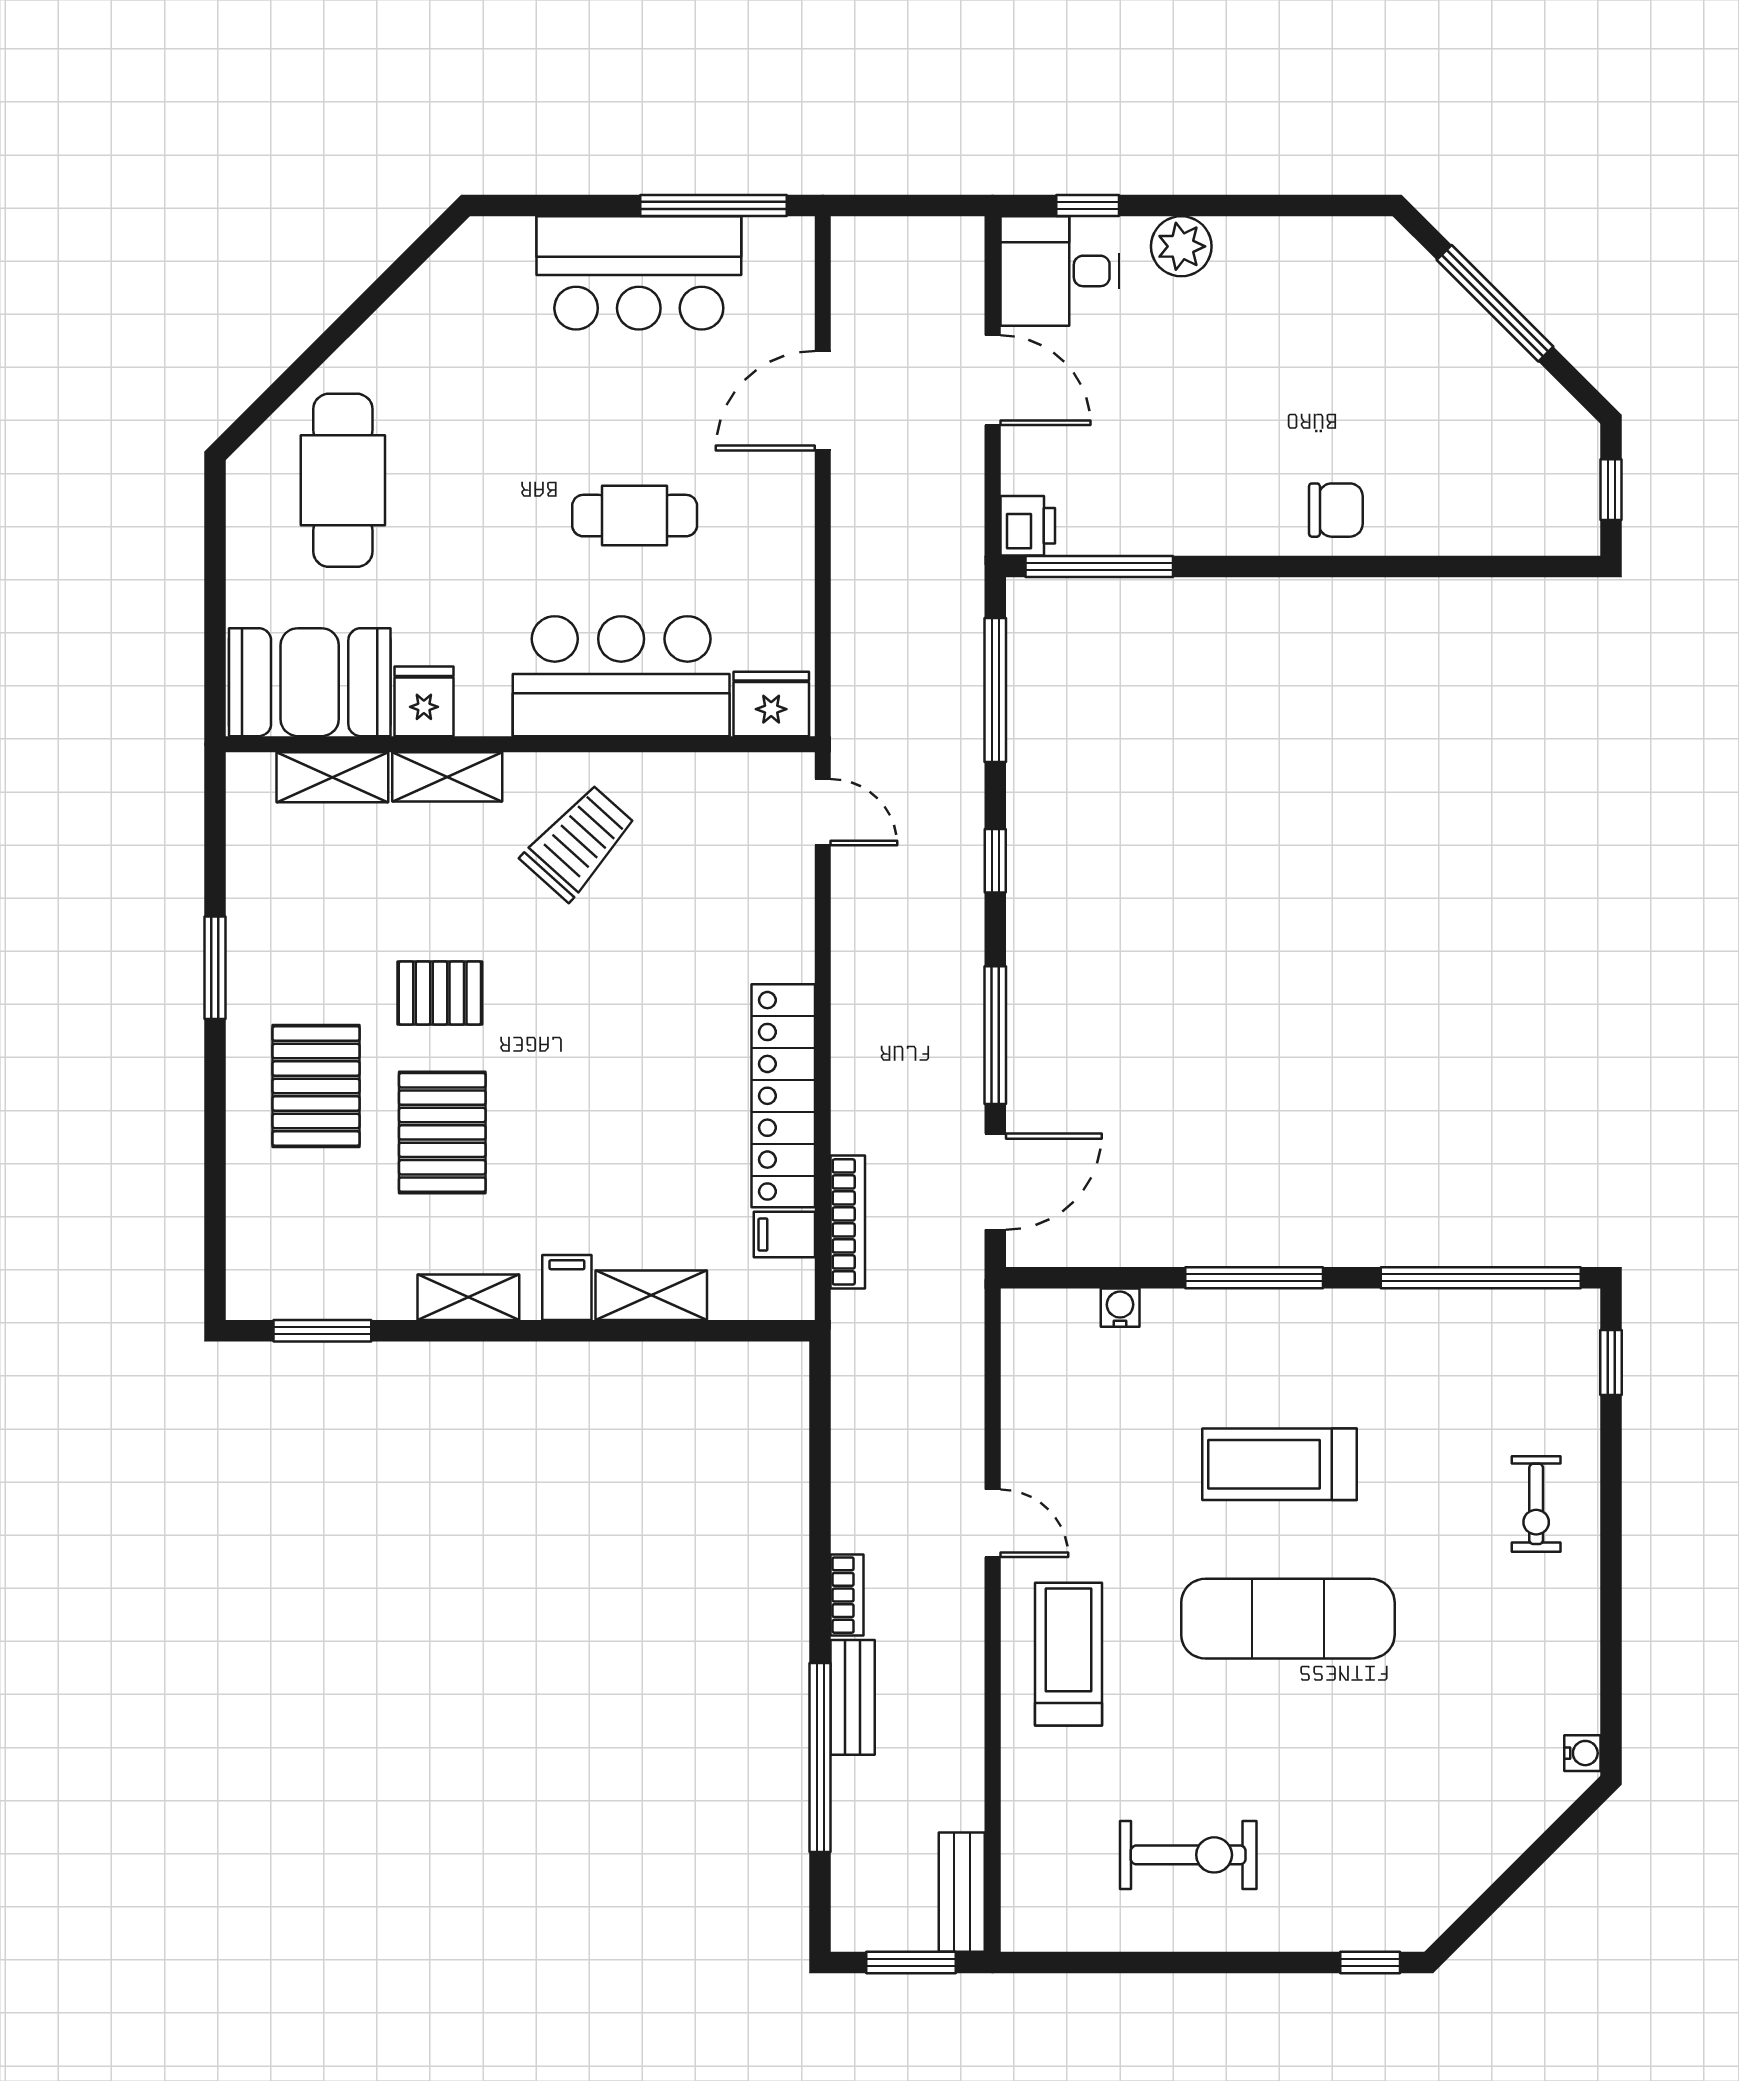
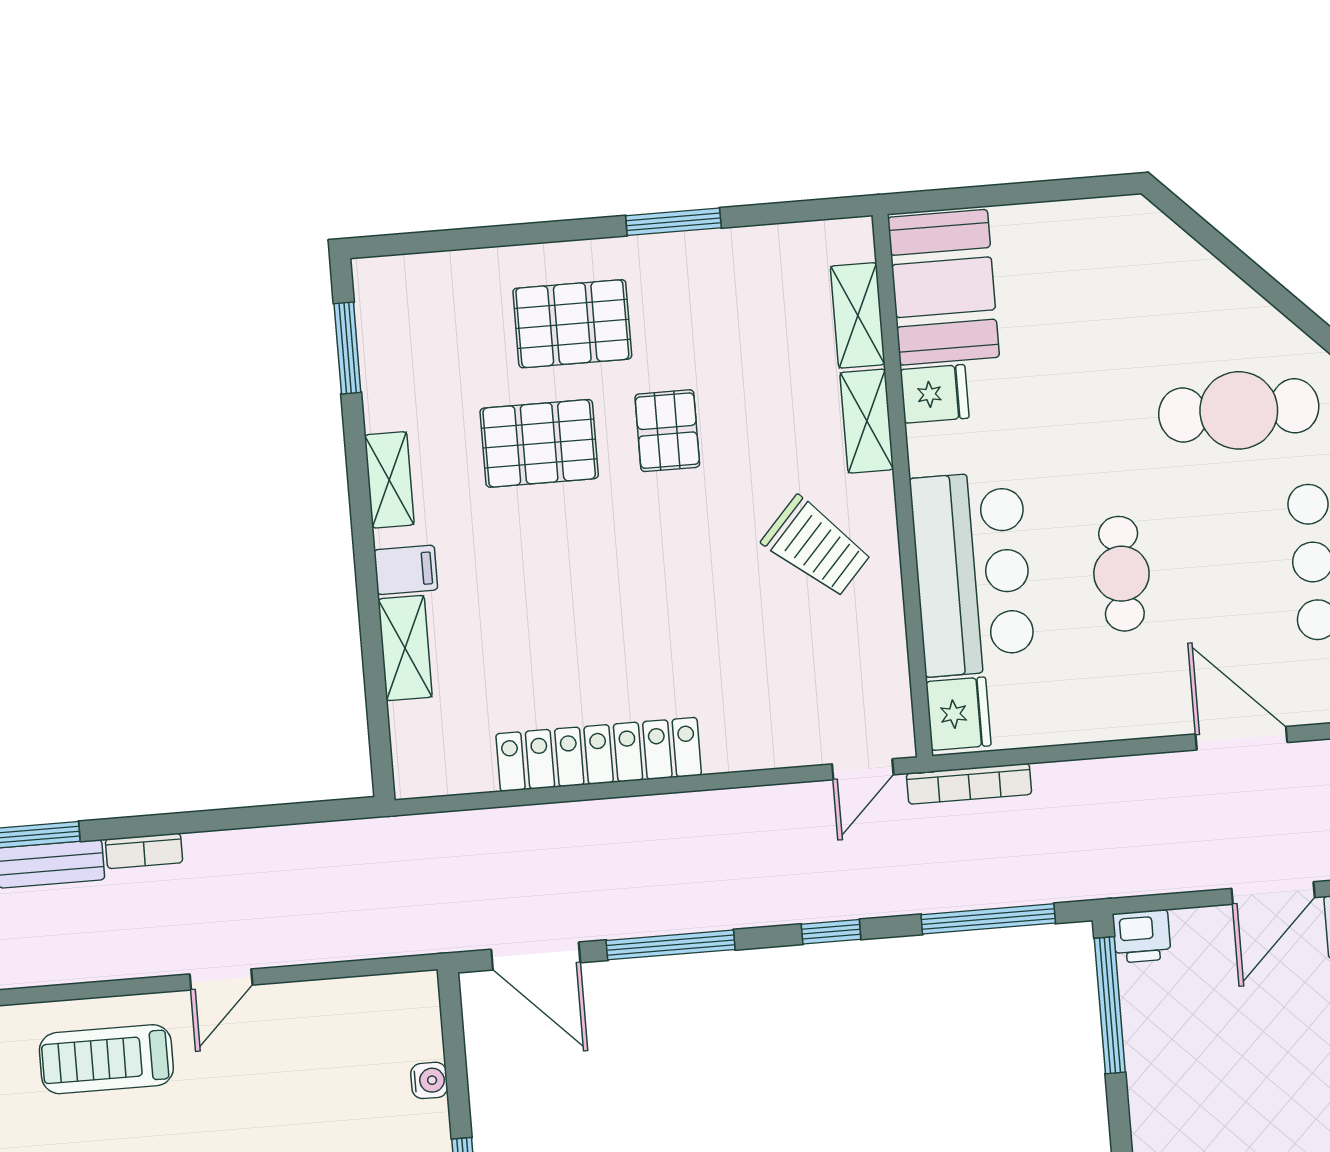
cafe table: (343, 480) -> (1239, 410), moved
bookcase: (848, 1222) -> (969, 784), moved
filing cabinet: (784, 1235) -> (471, 766), removed
treadmill: (1068, 1654) -> (106, 1059), turned 180

